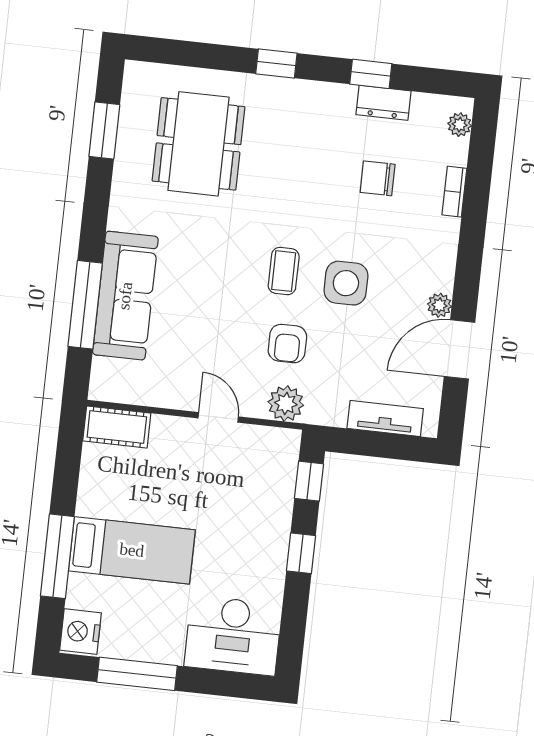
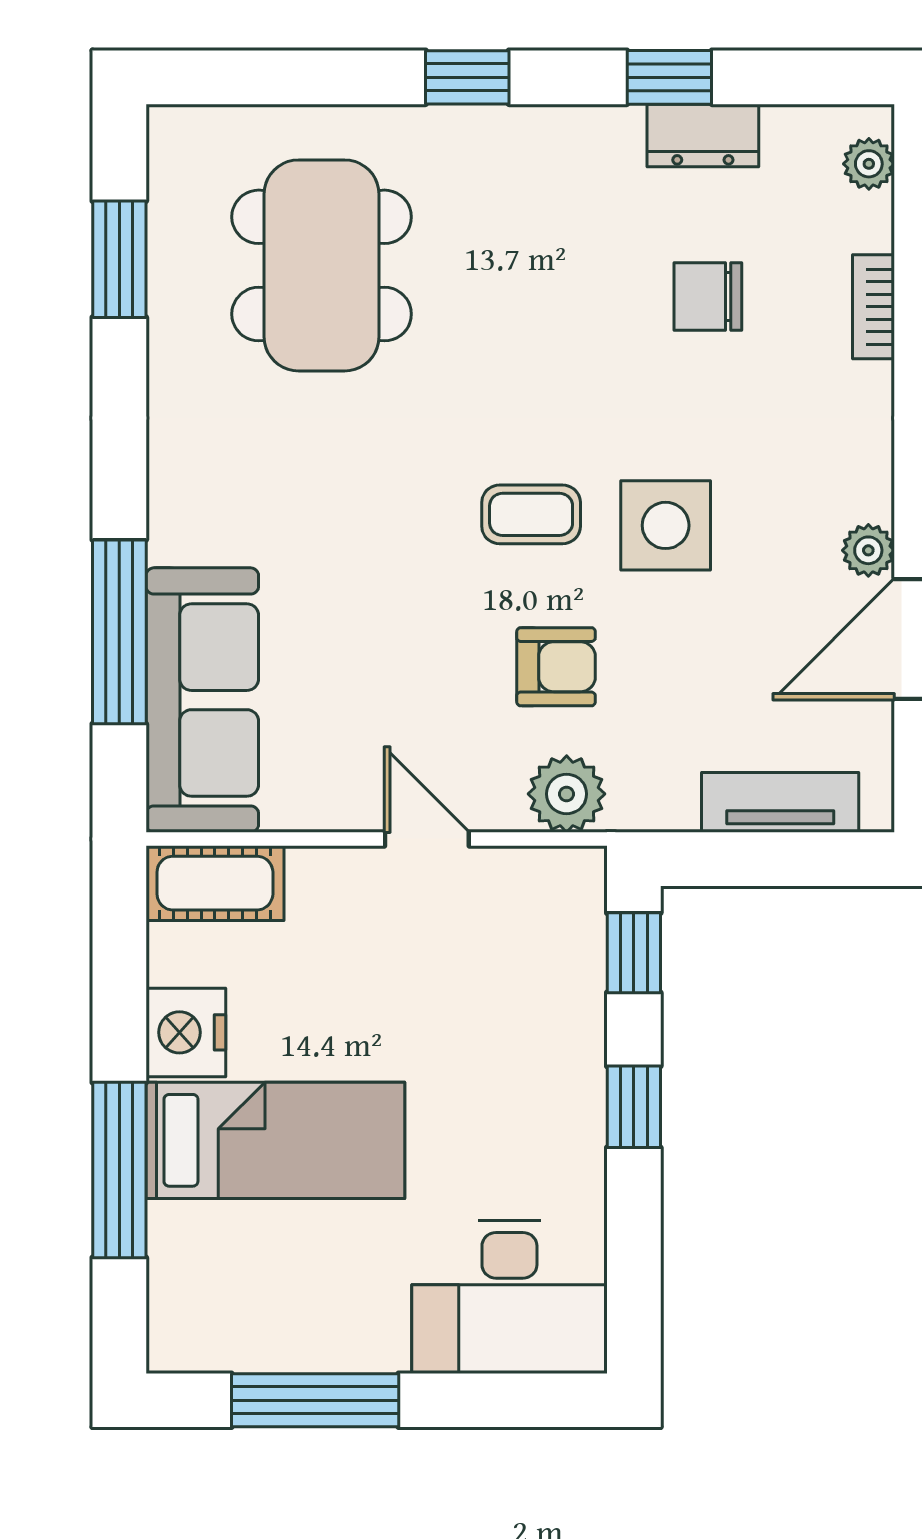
coffee table: (284, 271) -> (531, 514), turned 90
sofa: (125, 296) -> (202, 700), moved
armchair: (287, 344) -> (556, 667), turned -90
nightstand: (81, 631) -> (186, 1032), moved

